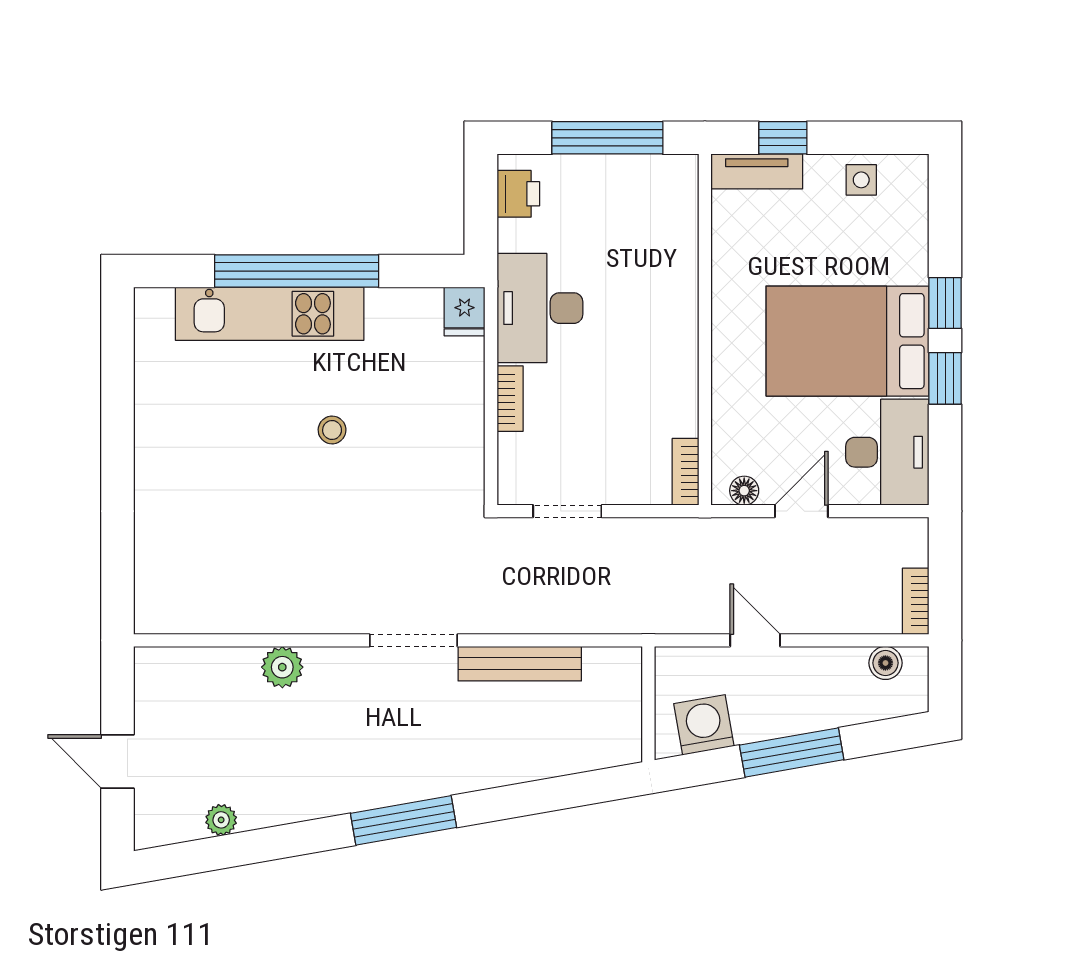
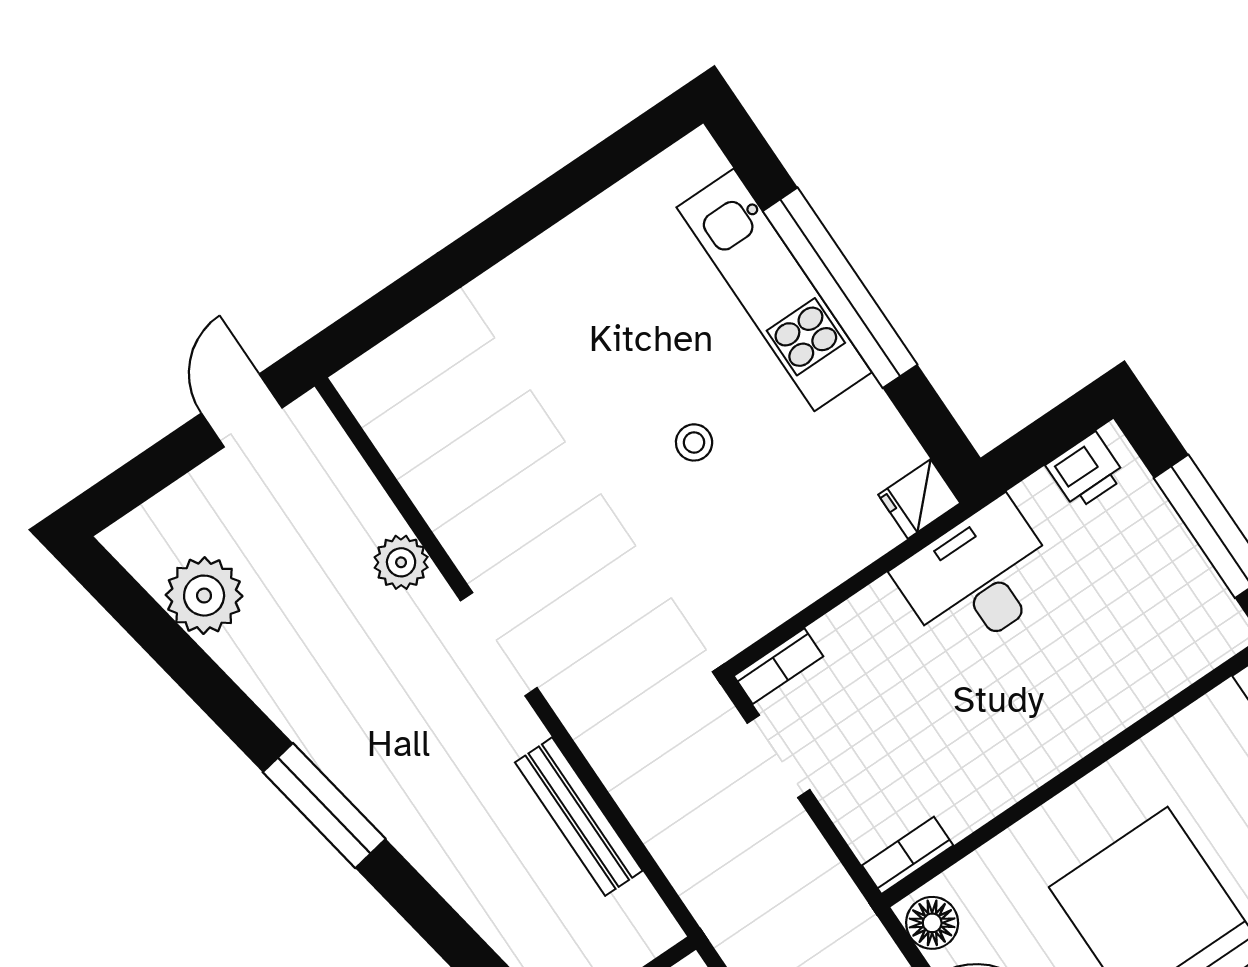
bookcase: (510, 399) -> (779, 666), moved
floor lamp: (744, 491) -> (932, 923), width x1.37, depth x1.37
doorway: (413, 640) -> (499, 644), moved
door: (118, 761) -> (242, 410), moved
plant: (221, 820) -> (204, 596), width x1.88, depth x1.88

